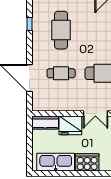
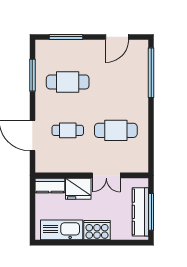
window: (30, 24) -> (32, 75), width x2.17
cafe table: (61, 30) -> (68, 82), turned 90

